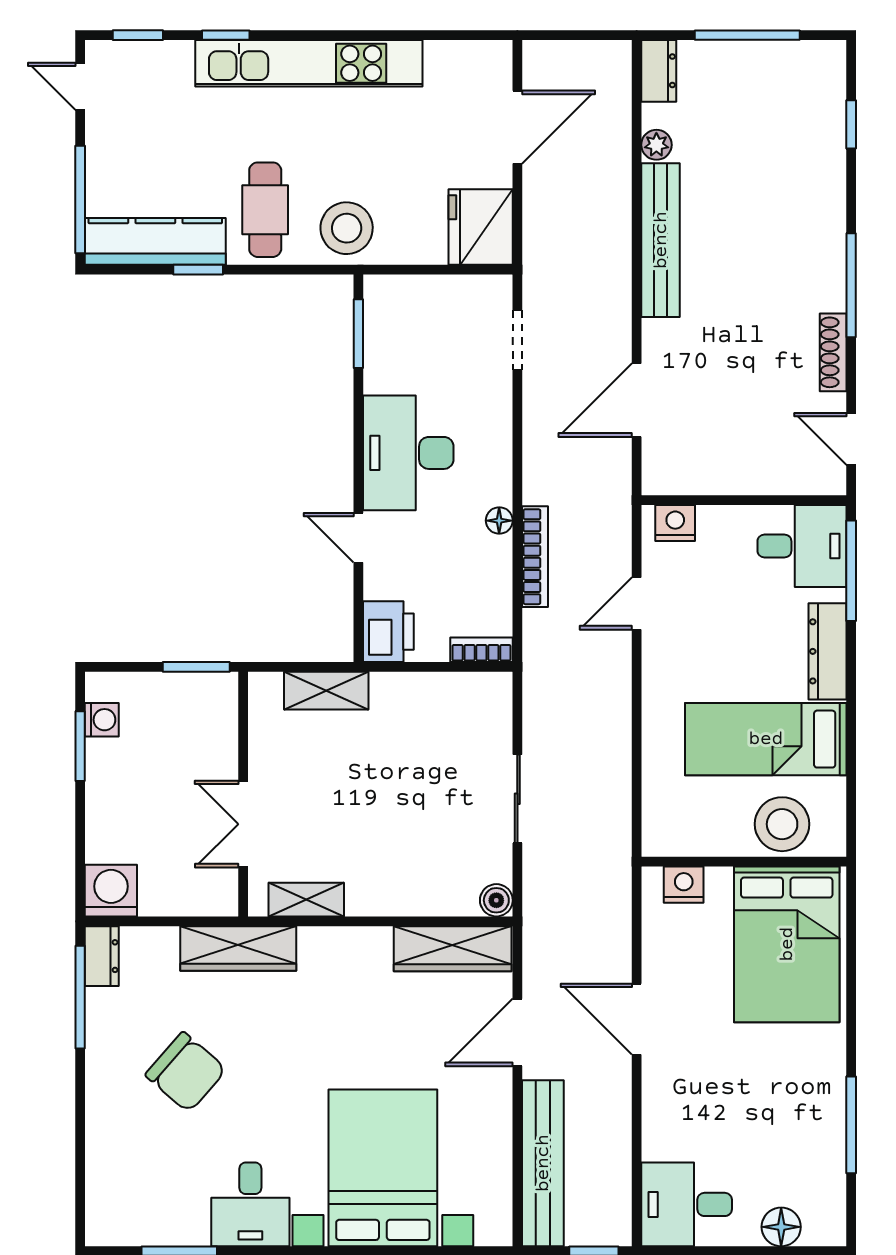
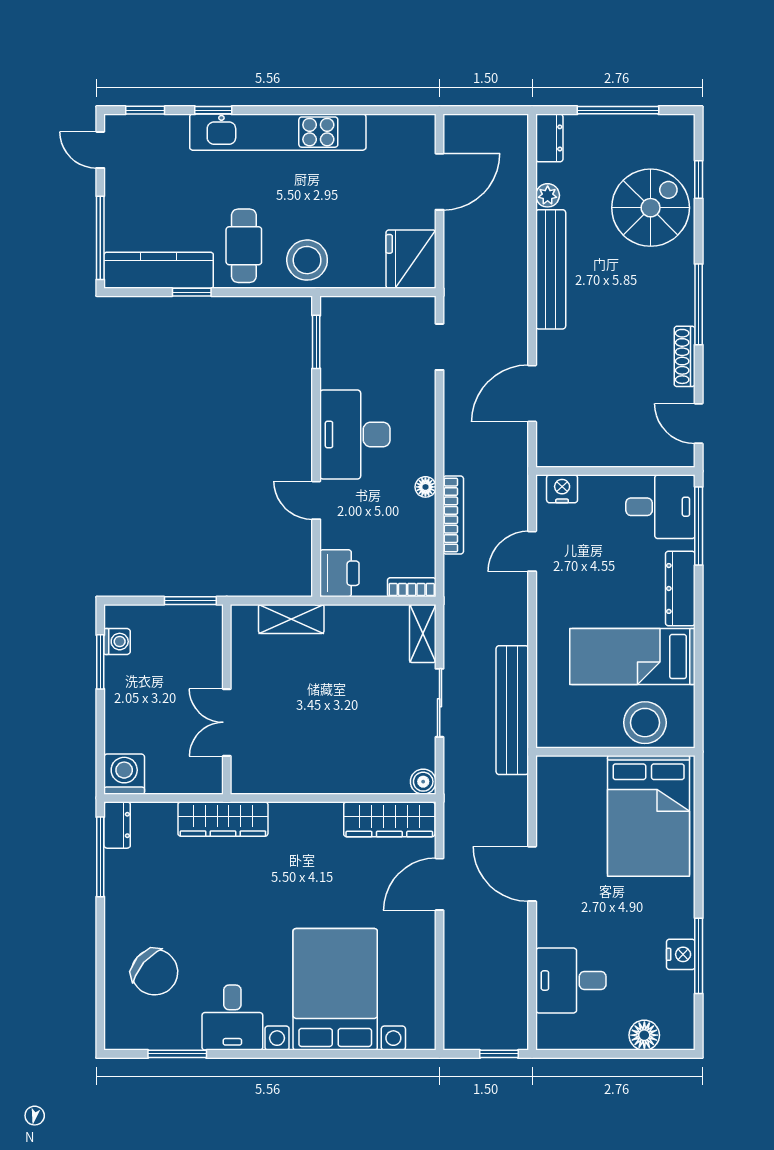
spiral stairs: (789, 161) -> (651, 208), added
nightstand: (684, 885) -> (681, 954), moved, turned 90
shelving: (306, 900) -> (423, 633), moved, turned 90
chair: (186, 1072) -> (155, 972), moved
bench: (543, 1163) -> (512, 710), moved
desk: (687, 1204) -> (571, 981), moved

